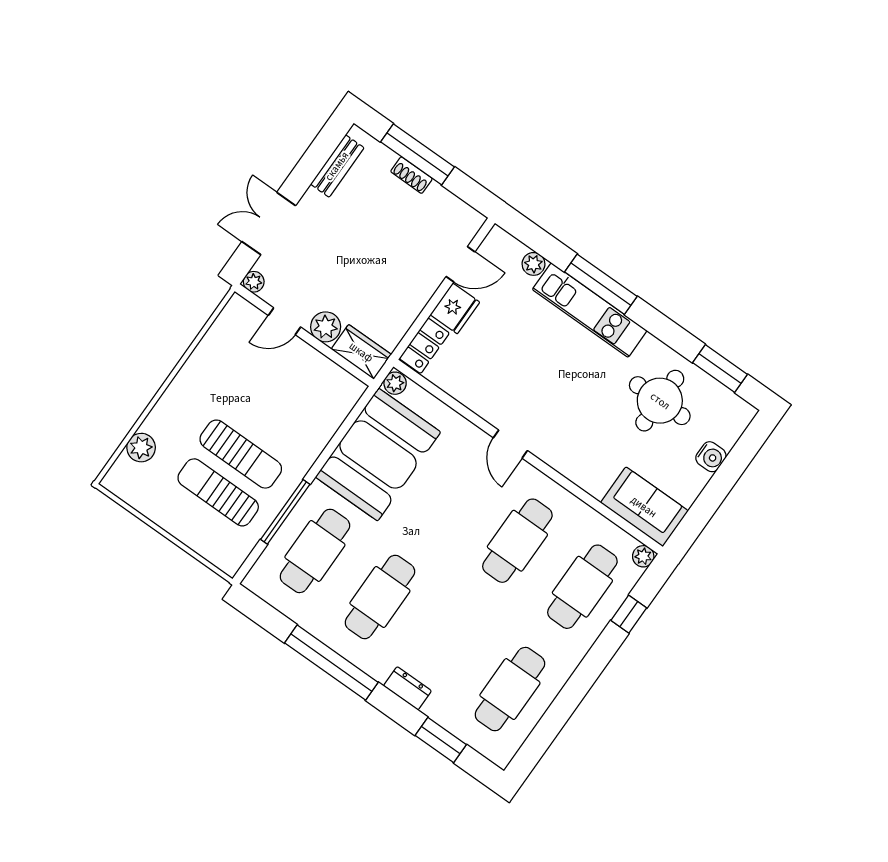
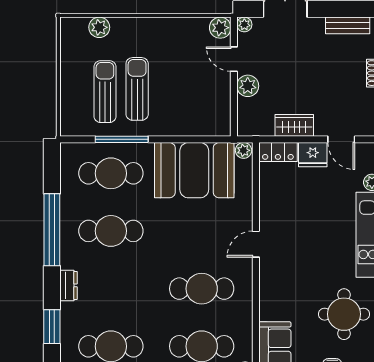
plant: (238, 311) -> (220, 28), added
wardrobe: (361, 352) -> (294, 125), moved, turned -90
sun lounger: (241, 454) -> (137, 89), turned 180

